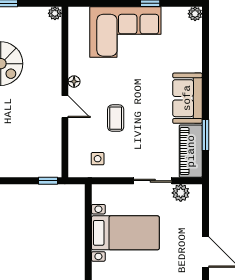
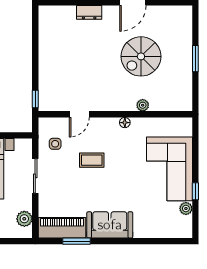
plant: (55, 13) -> (143, 105), moved
plant: (195, 14) -> (186, 209), moved
door: (65, 107) -> (79, 114), moved
sliding door: (153, 181) -> (35, 176), moved

